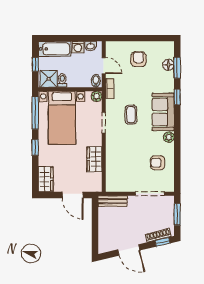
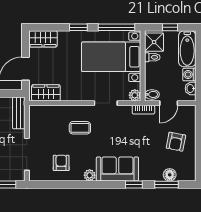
armchair: (138, 59) -> (176, 142), turned 101
coffee table: (131, 115) -> (80, 128), moved
wardrobe: (94, 159) -> (46, 93), moved

